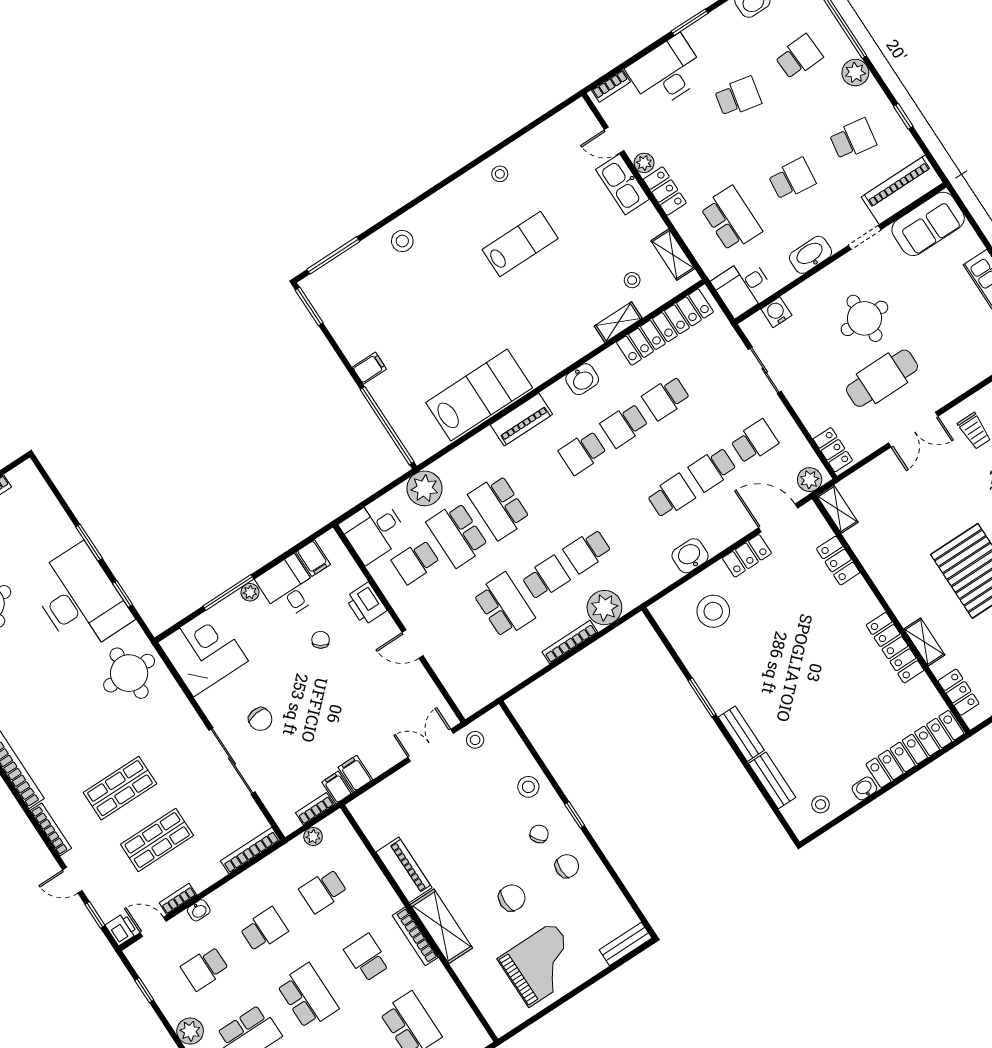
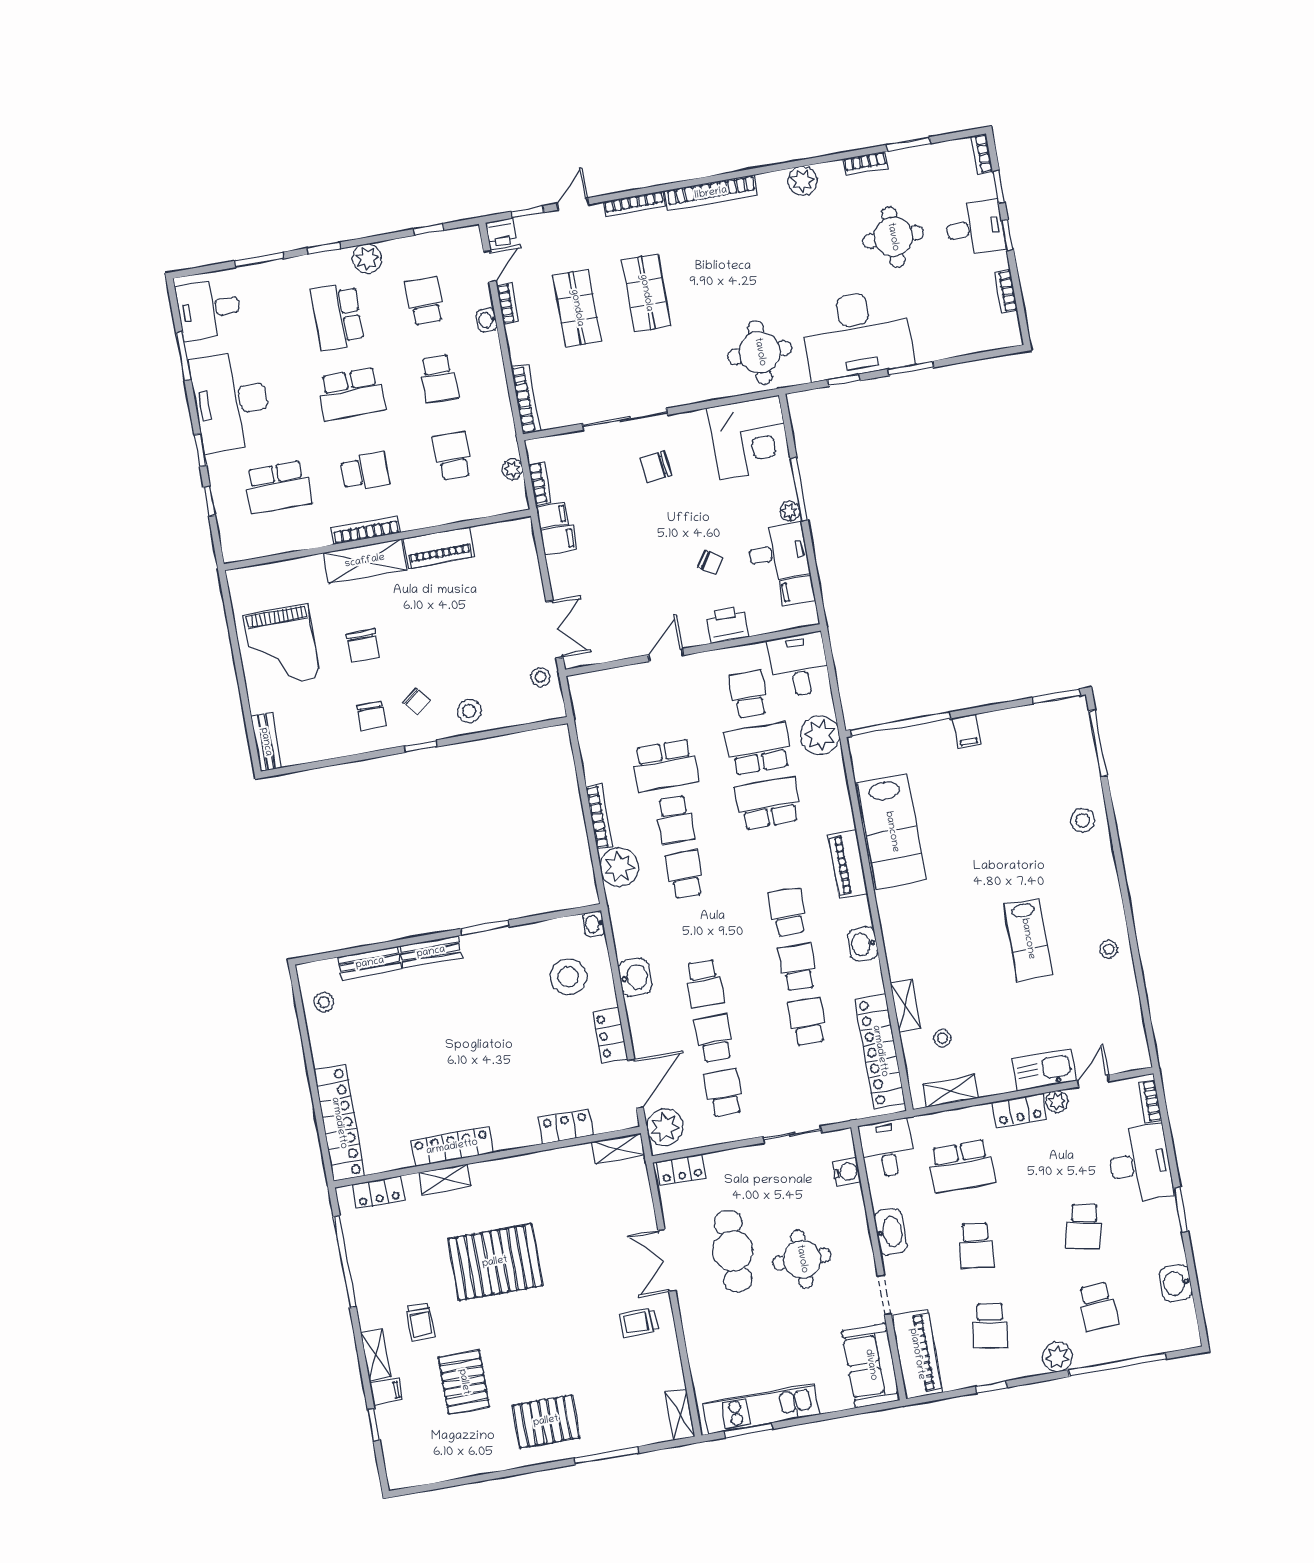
school desk: (754, 442) -> (724, 1093), turned 180
plant: (810, 480) -> (665, 1127), width x1.36, depth x1.36
washbasin: (864, 788) -> (594, 924), moved, turned 180

